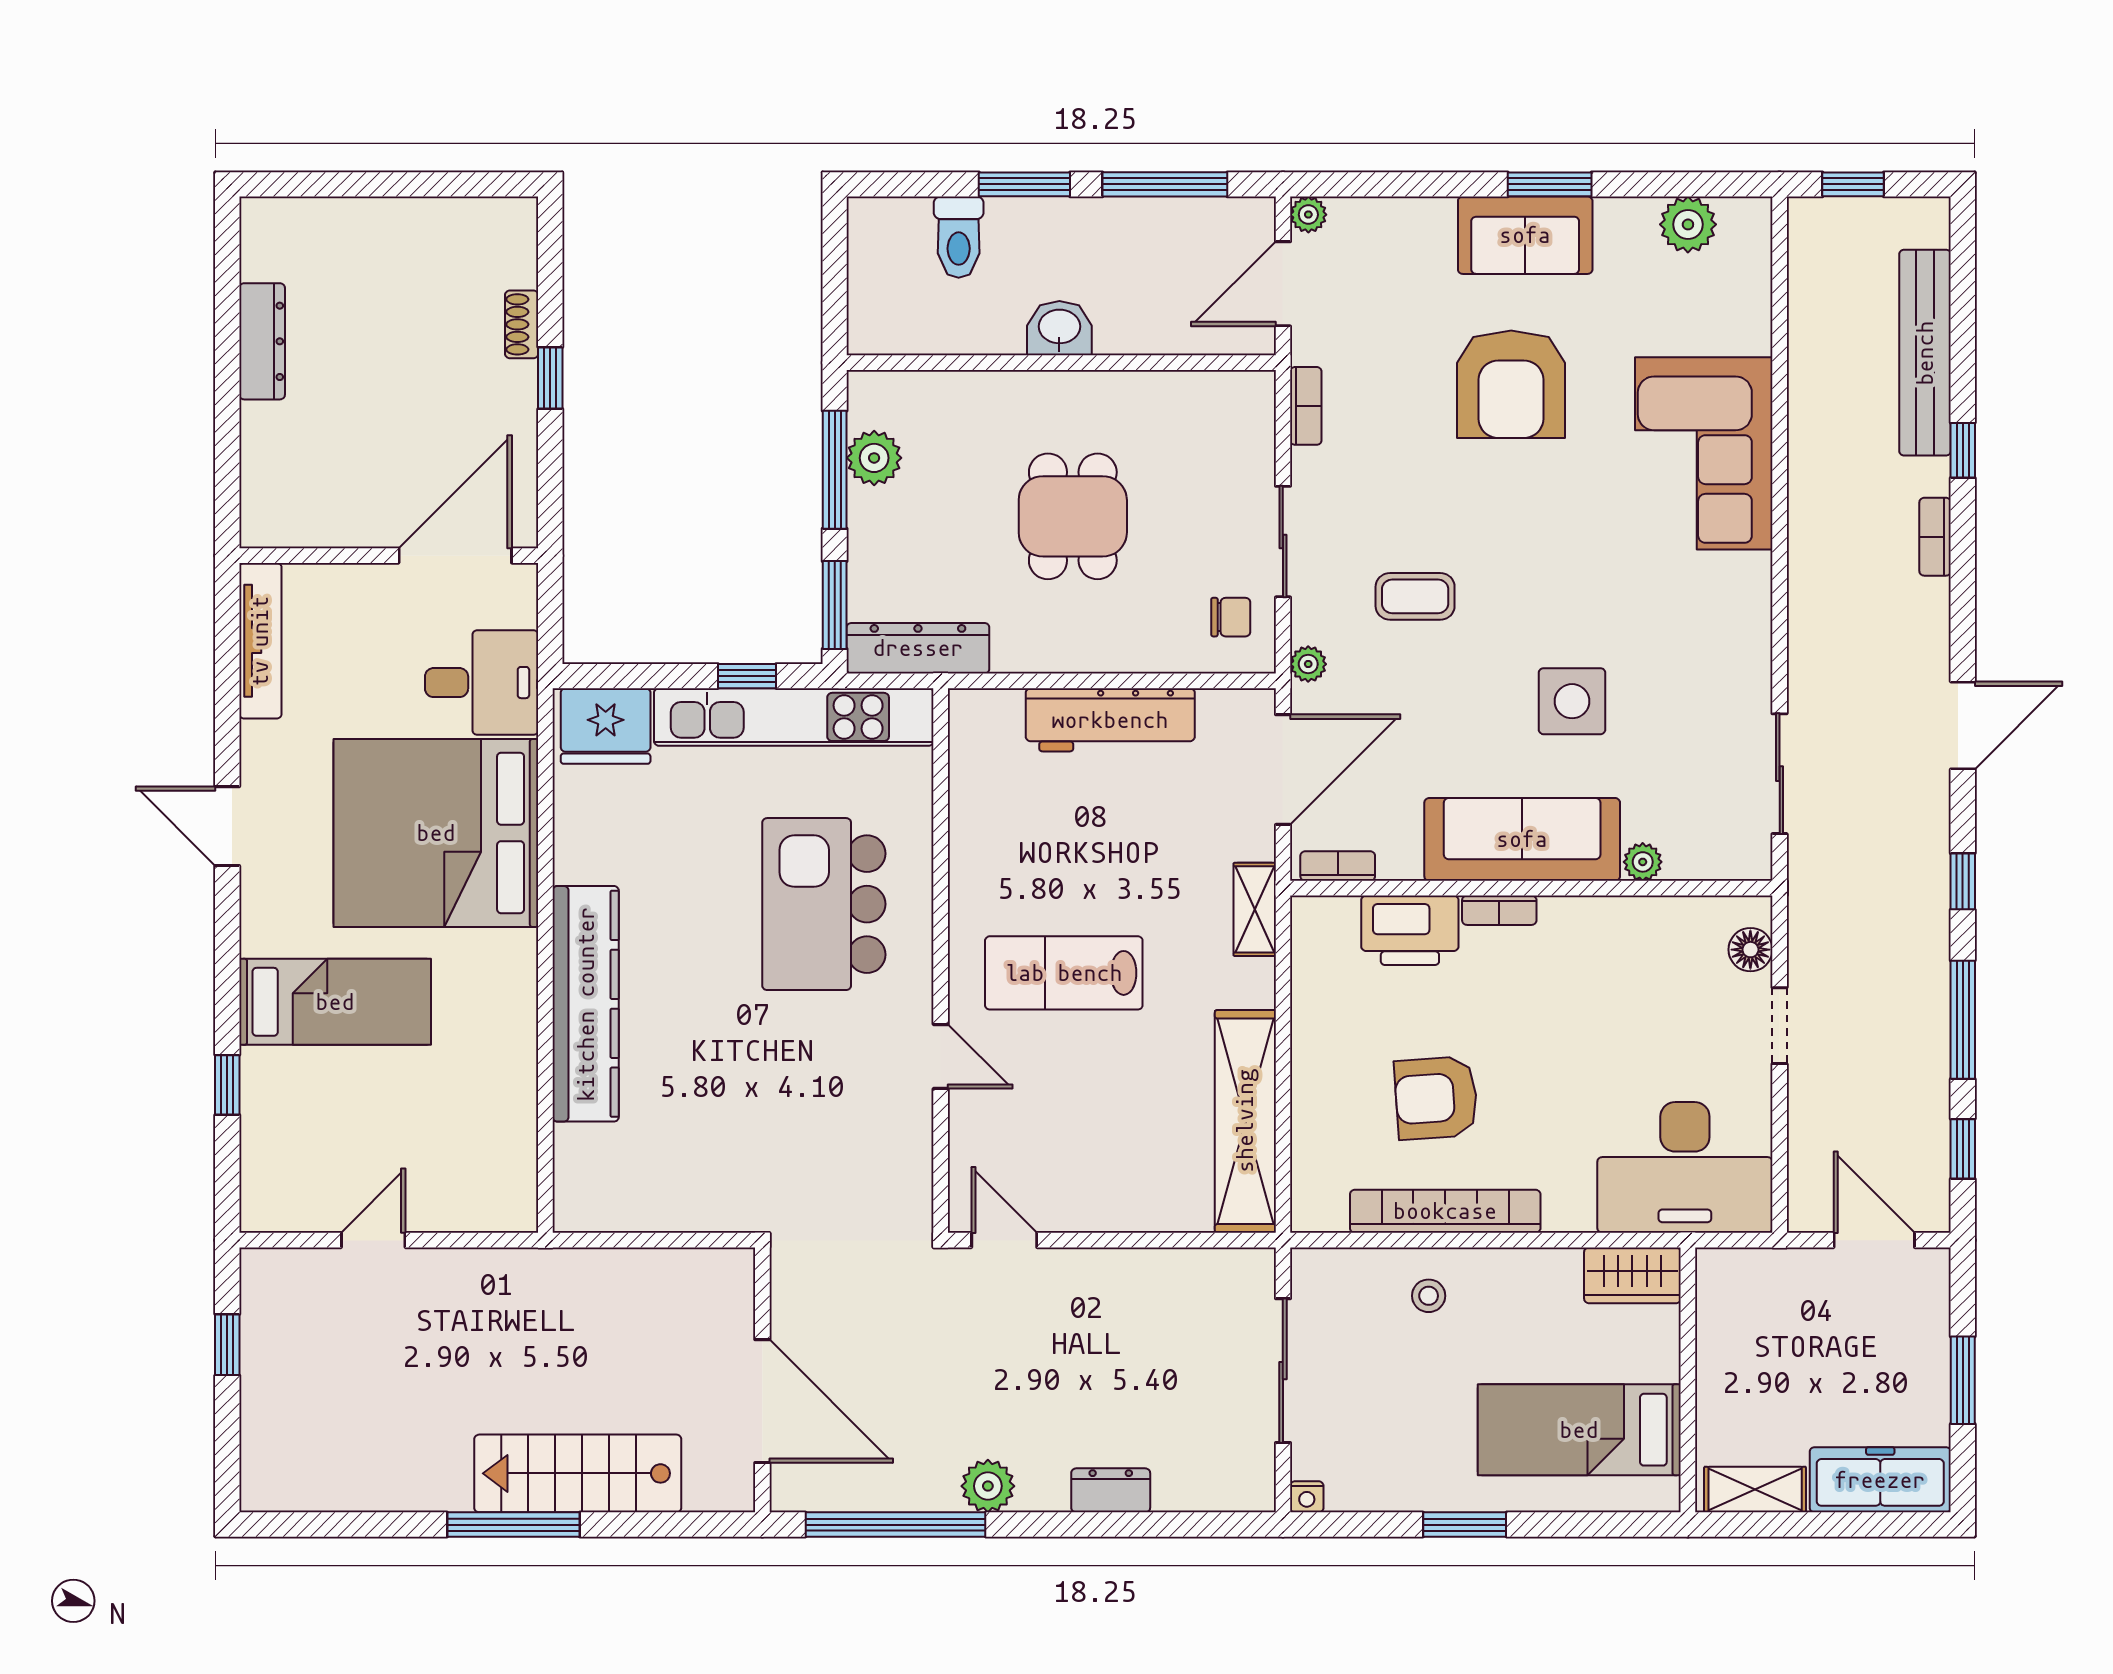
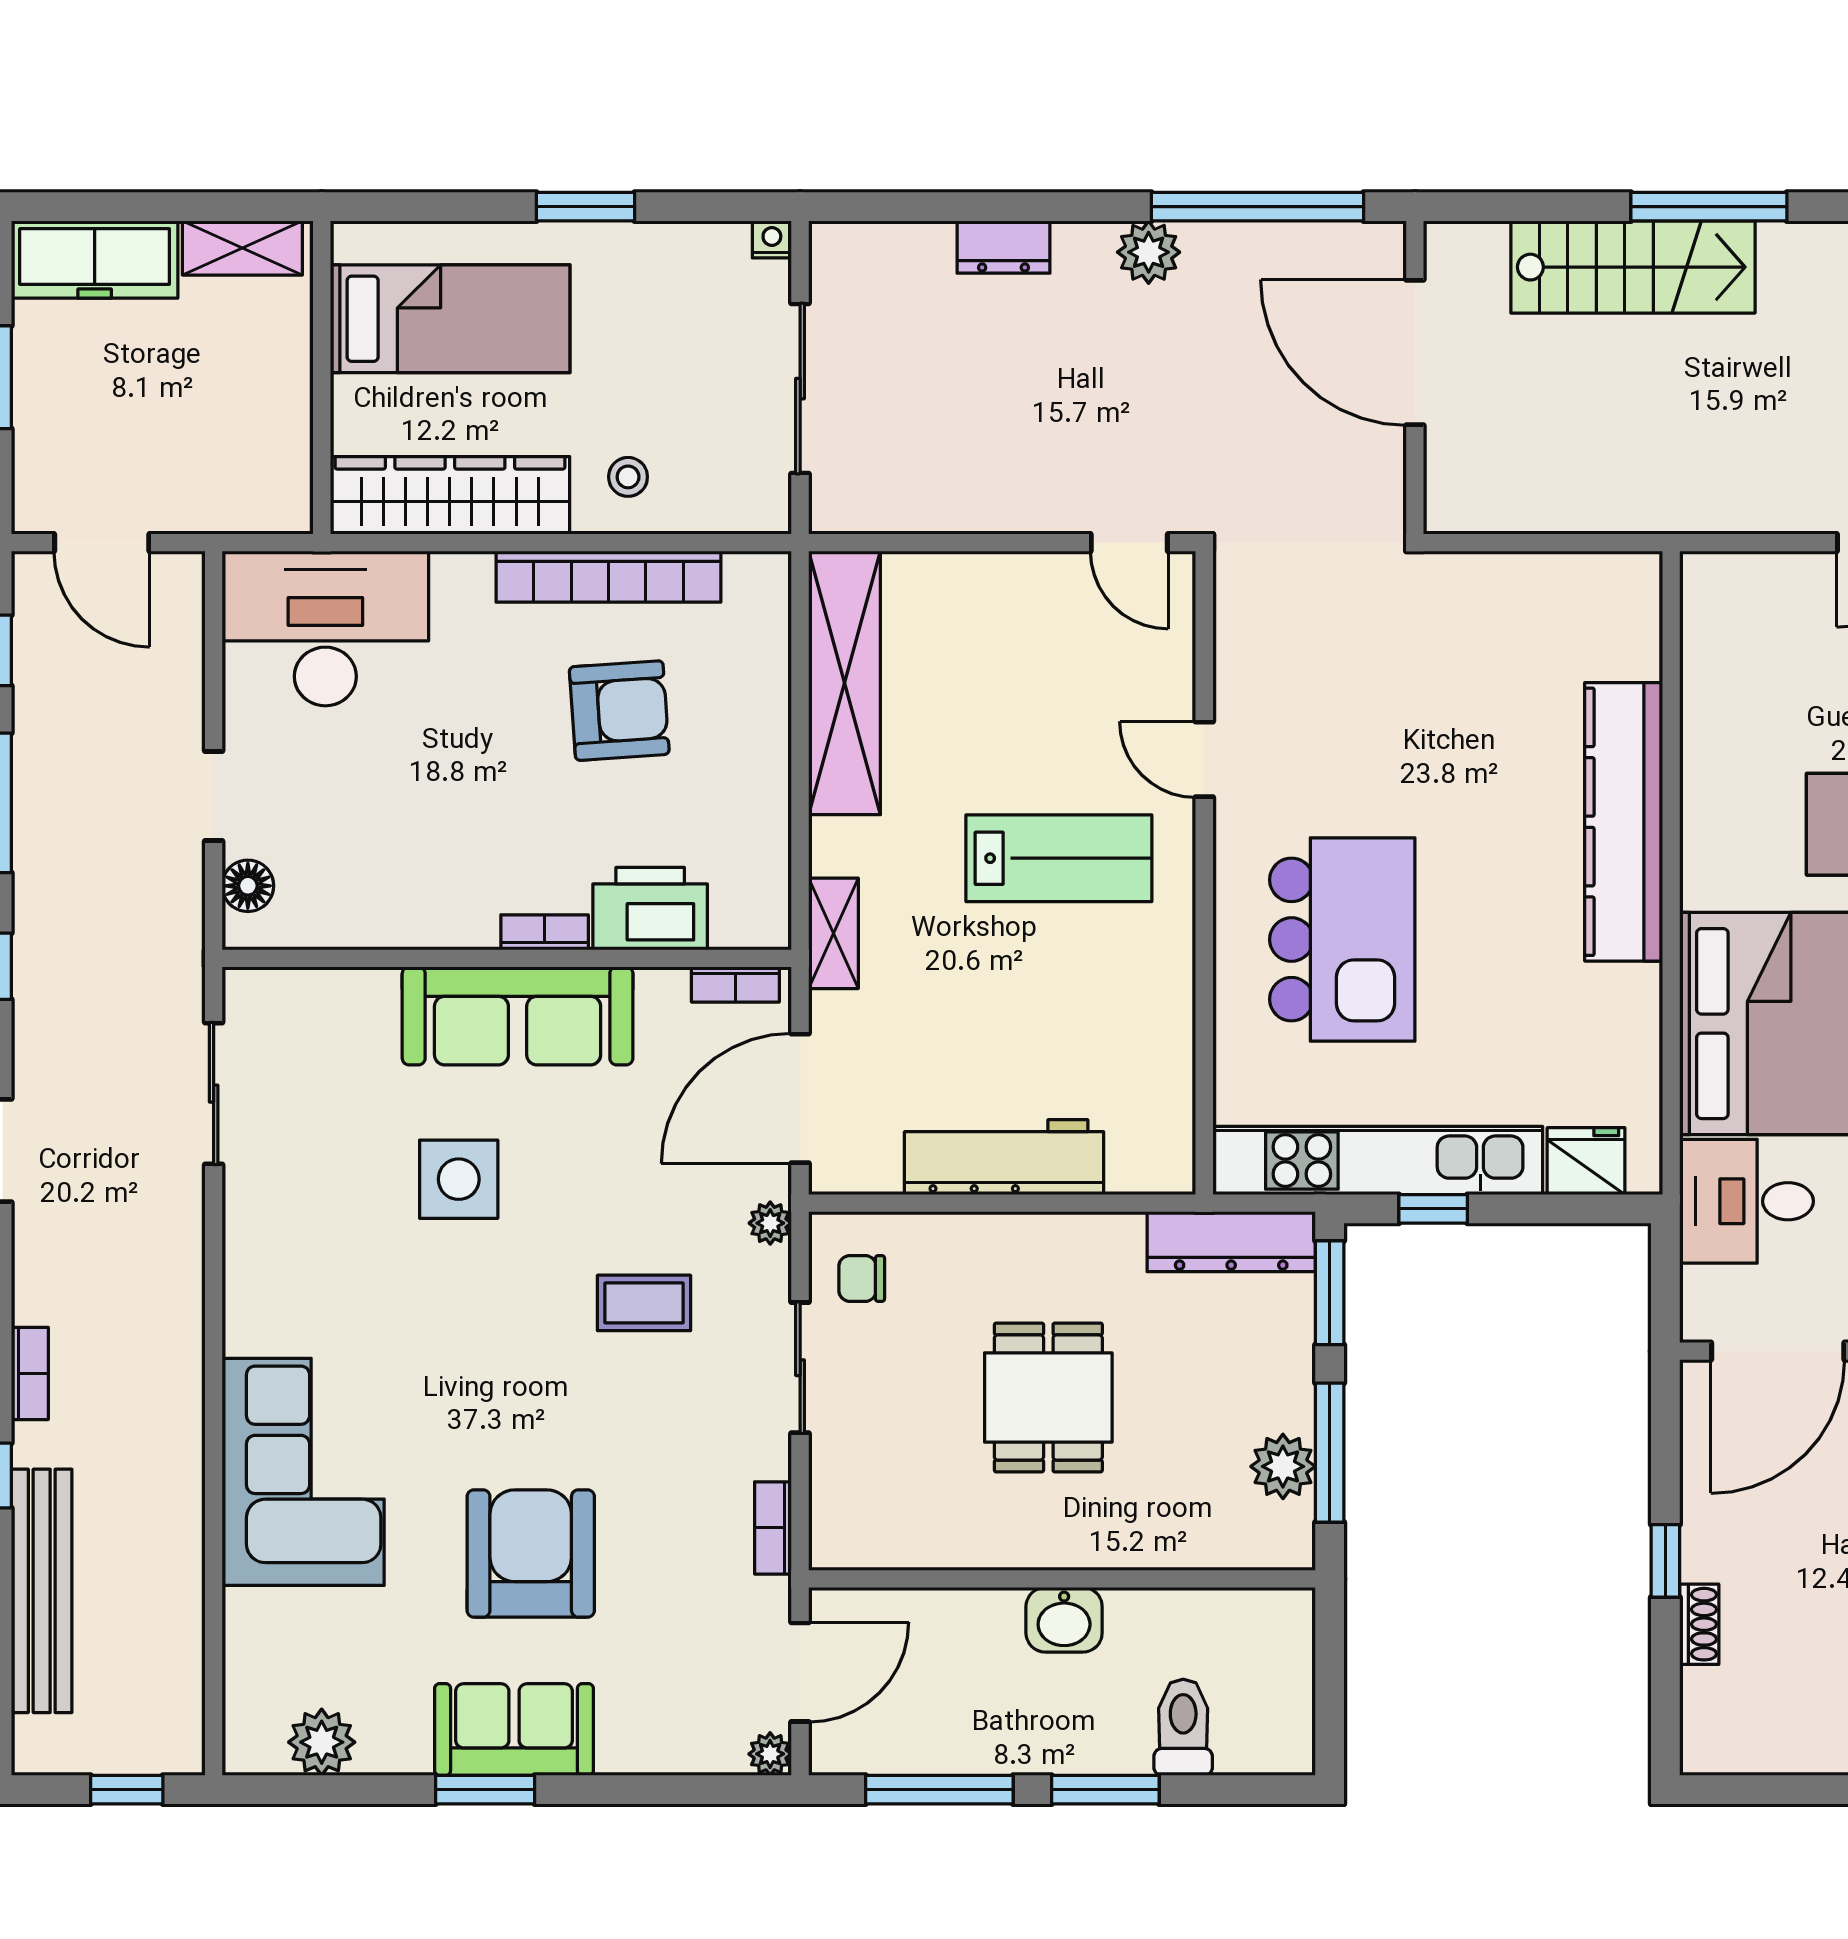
fridge: (606, 726) -> (1586, 1161), width x0.73, depth x0.75
plant: (1643, 862) -> (375, 989), removed
wardrobe: (1632, 1275) -> (450, 495), width x2.10, depth x1.17

